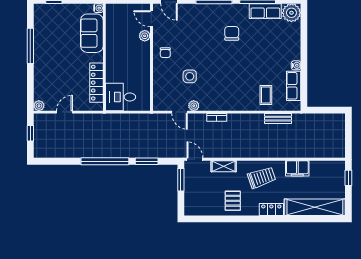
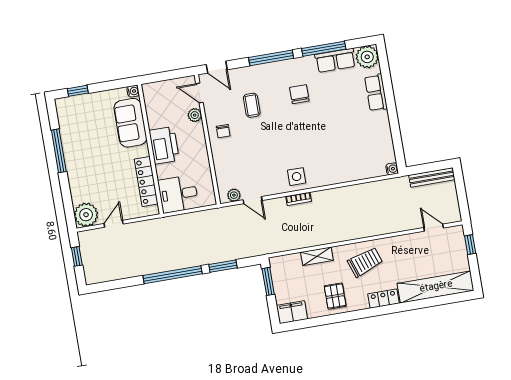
printer: (116, 56) -> (164, 145), added
water cooler: (296, 65) -> (392, 169), moved
side table: (190, 76) -> (297, 177), moved
row of seats: (294, 86) -> (376, 93), moved
coffee table: (266, 95) -> (252, 105), moved
plant: (39, 106) -> (86, 215), width x1.87, depth x1.87
plant: (194, 106) -> (234, 195), moved
bench: (278, 119) -> (432, 177), moved, width x1.36
door: (195, 159) -> (434, 228), moved
filing cabinet: (297, 168) -> (292, 312), moved, turned 180

